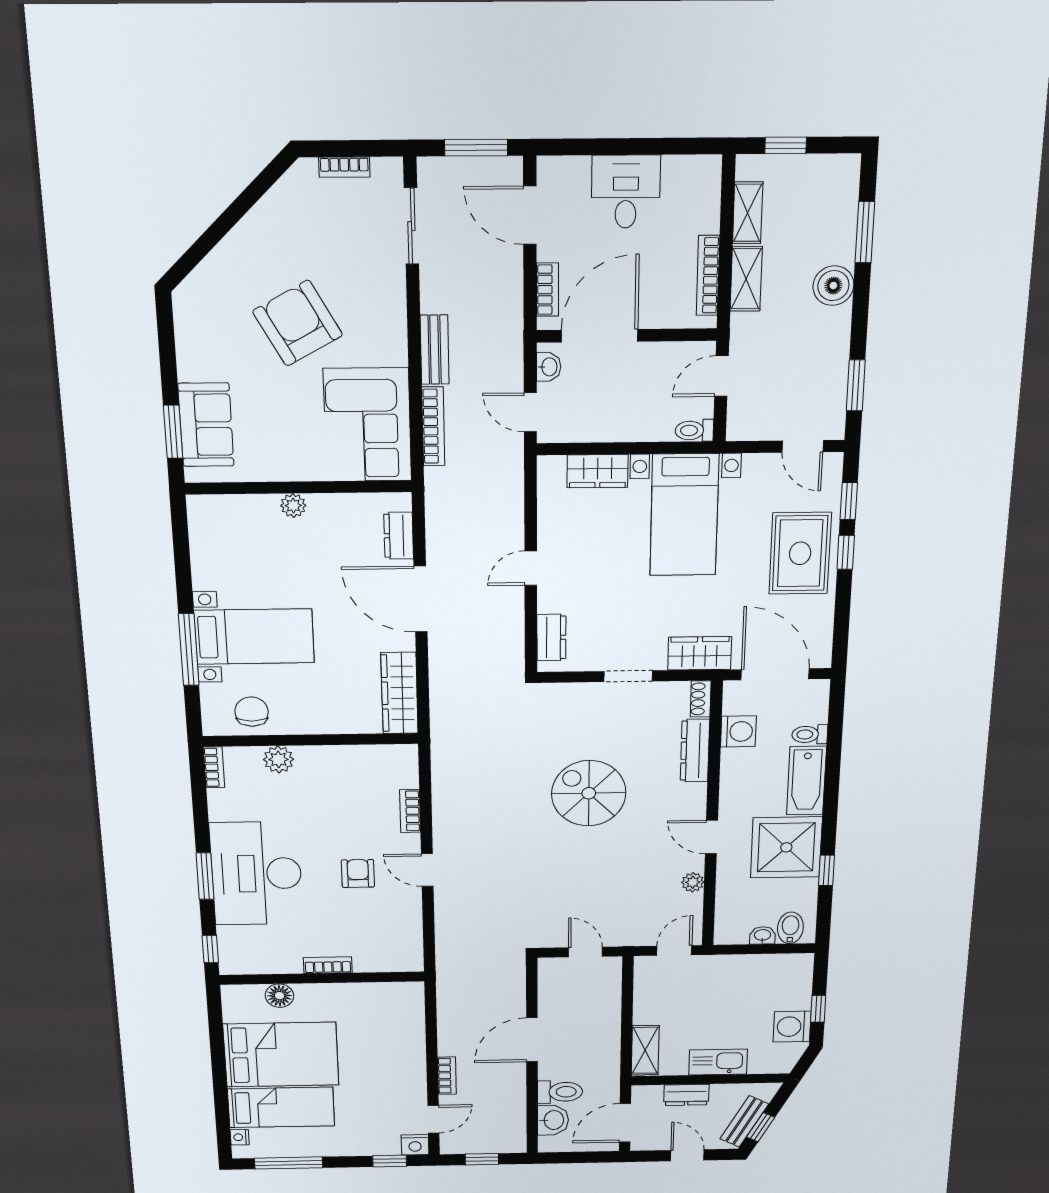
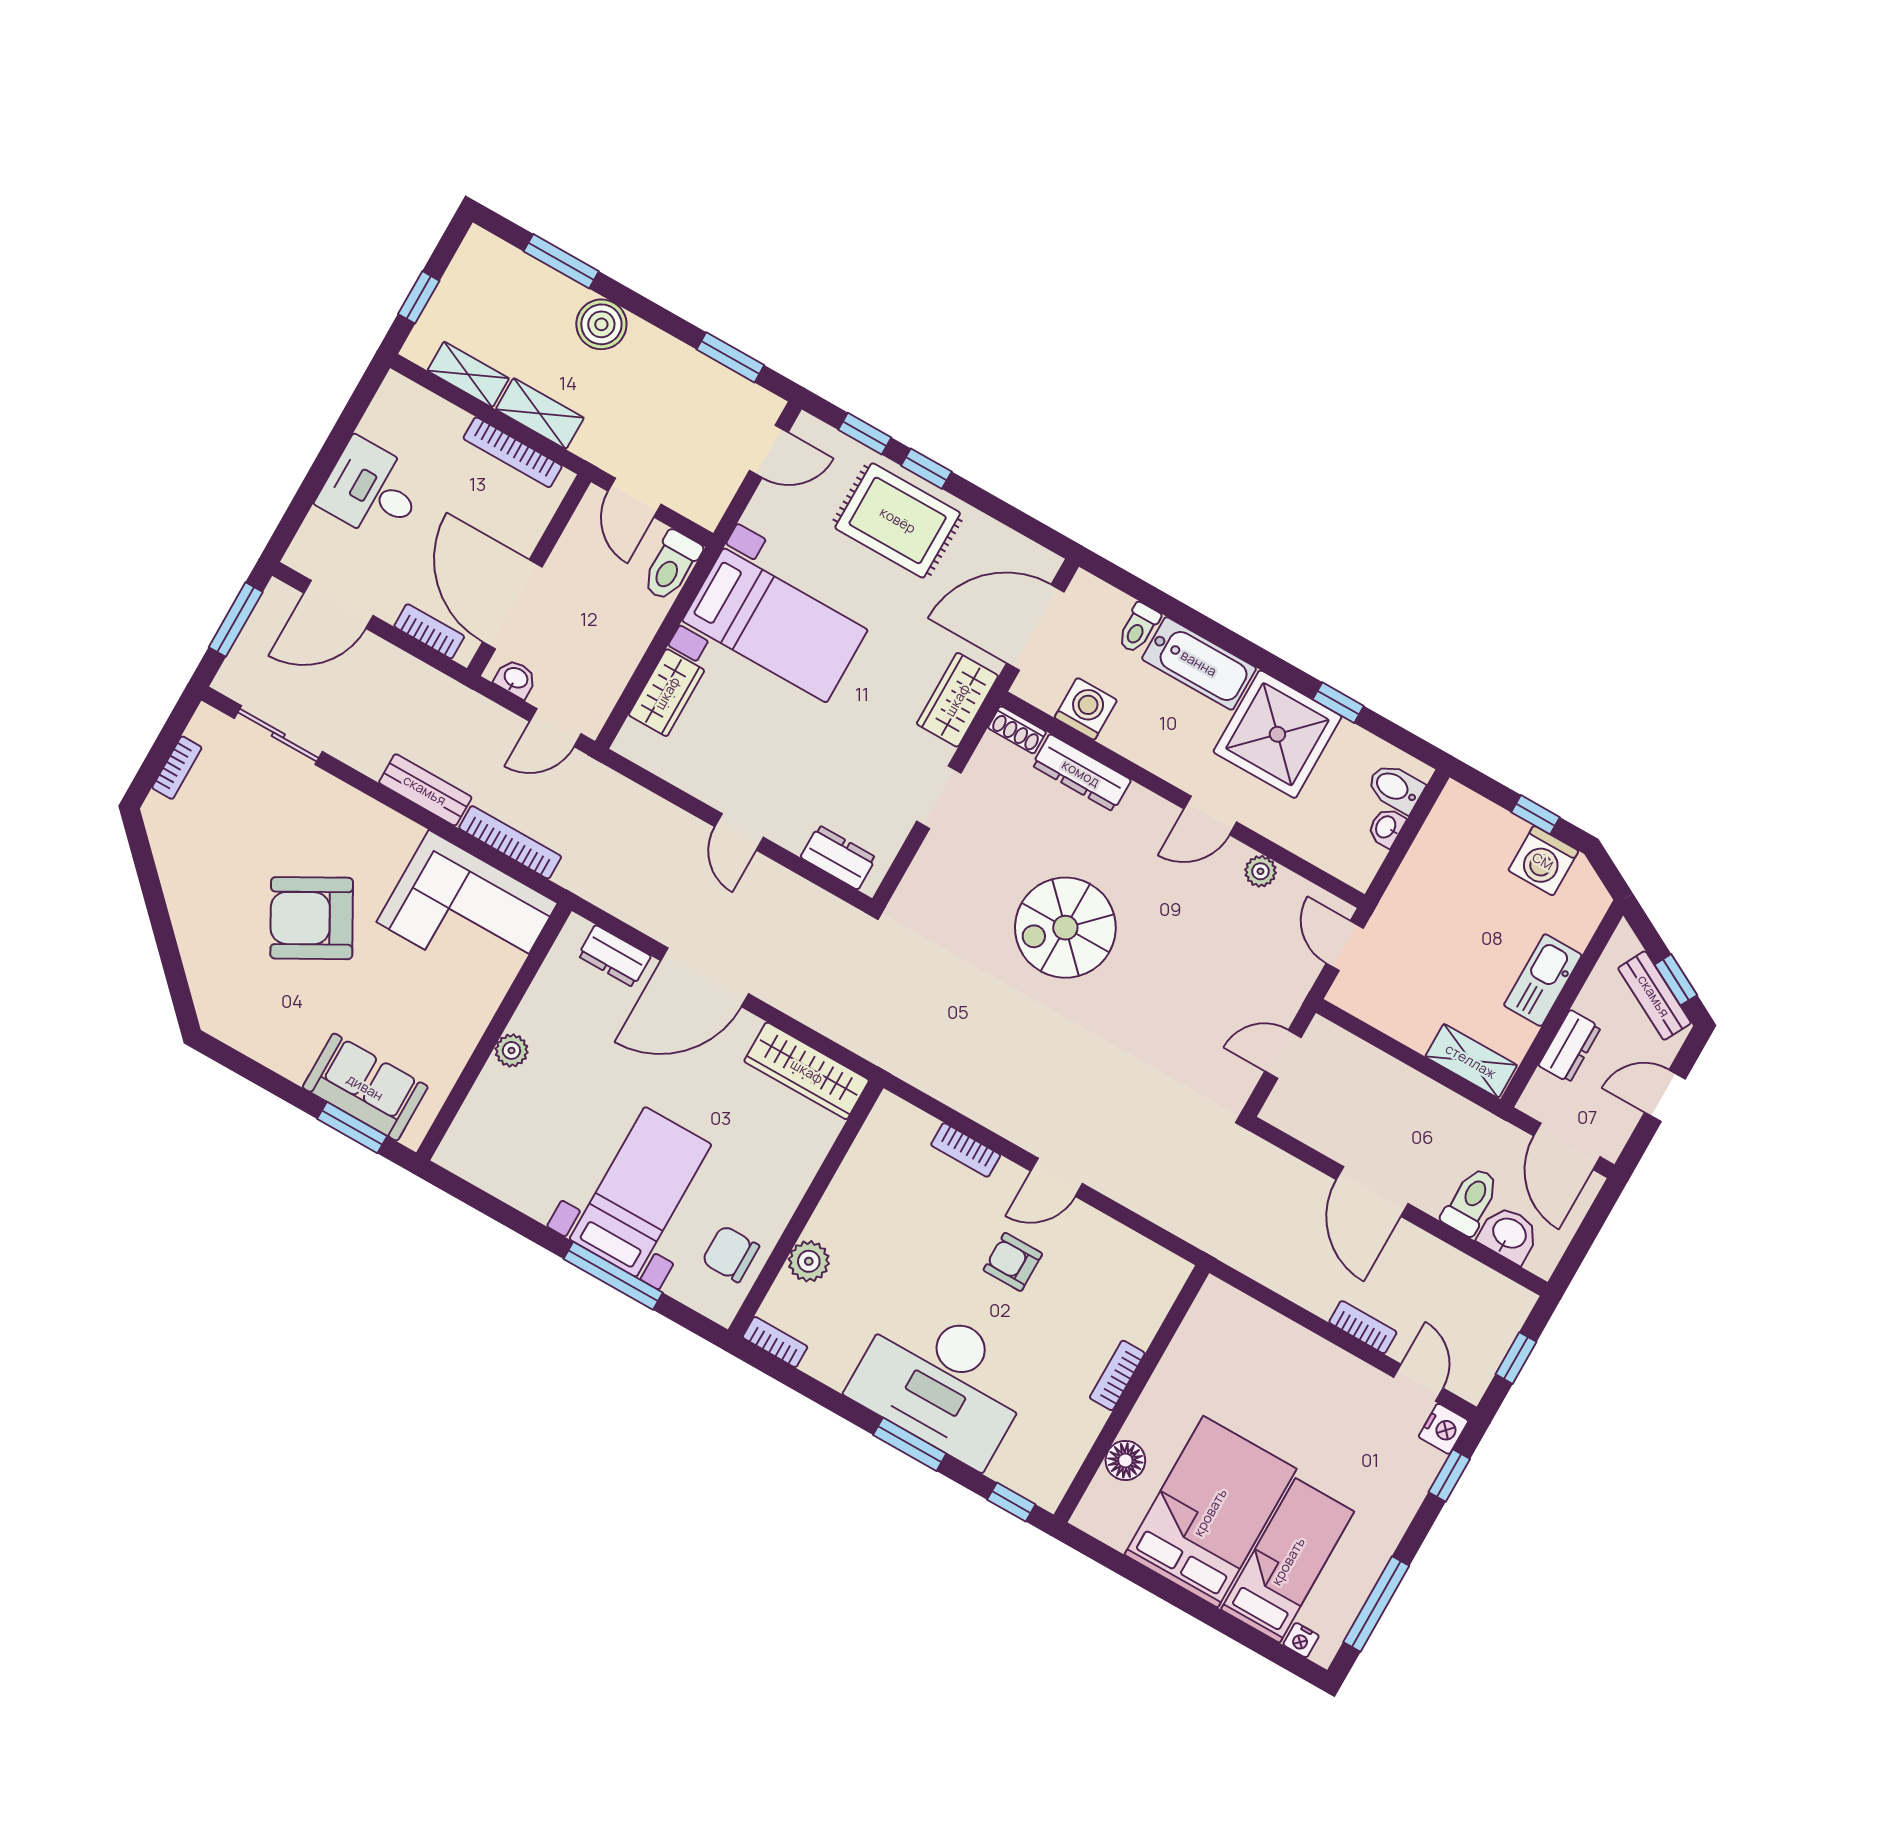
toilet: (694, 430) -> (671, 566), width x1.37, depth x1.39

